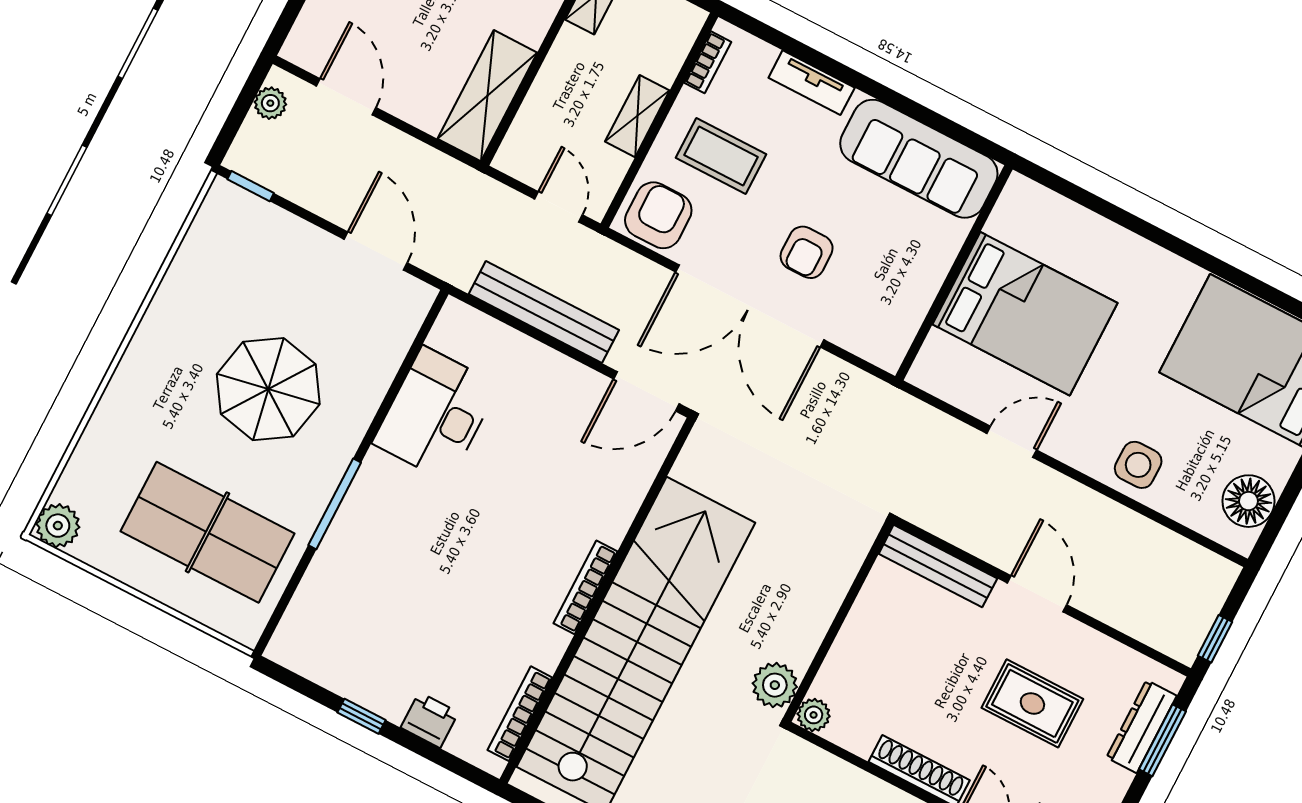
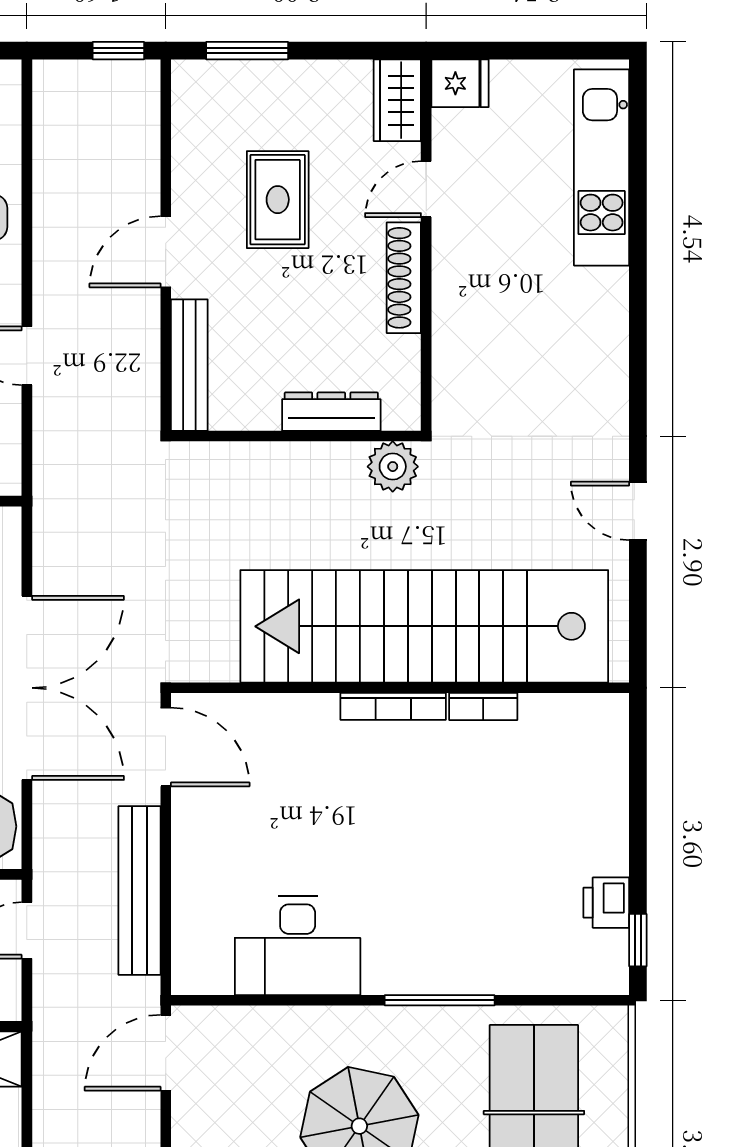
door: (376, 251) -> (166, 1053), moved
bookcase: (520, 714) -> (483, 707), moved, width x0.64
plant: (814, 715) -> (402, 412), removed
window: (362, 716) -> (638, 940), moved
printer: (430, 720) -> (606, 903), moved
dresser: (1142, 727) -> (331, 412), moved, turned 180

